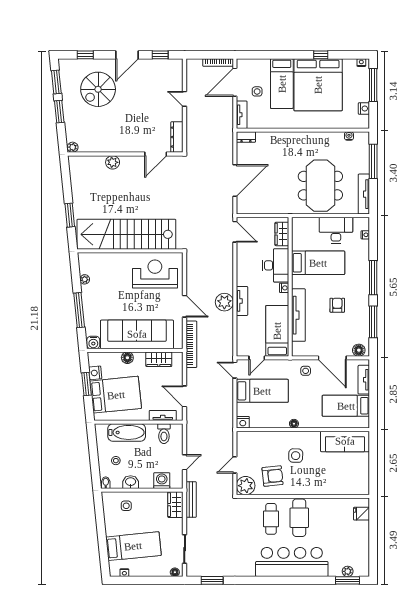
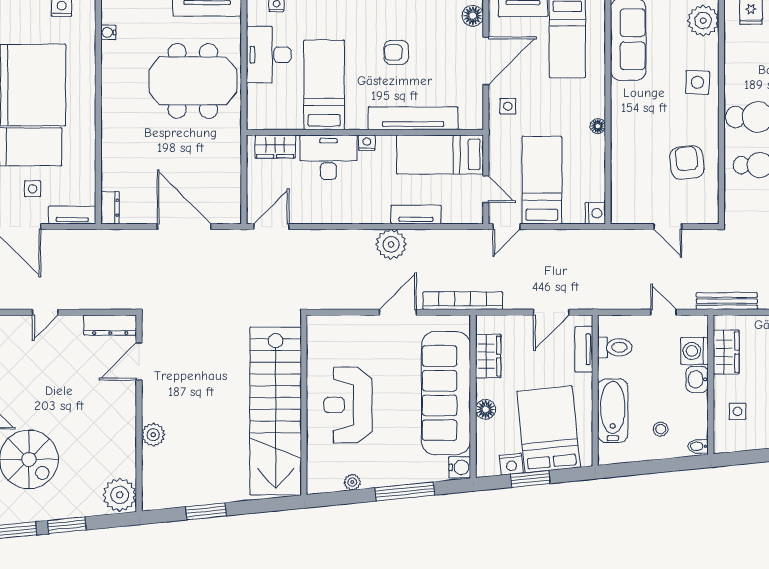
plant: (73, 147) -> (120, 495), width x1.87, depth x1.87
door: (156, 154) -> (139, 361), swing flipped
window: (70, 215) -> (206, 511), moved
reception desk: (155, 274) -> (348, 405), moved
tv unit: (242, 301) -> (416, 215), moved
side table: (296, 456) -> (697, 82), moved
washbasin: (131, 482) -> (697, 379), moved
plant: (246, 486) -> (703, 21), moved
wardrobe: (175, 505) -> (726, 352), moved, turned -90

